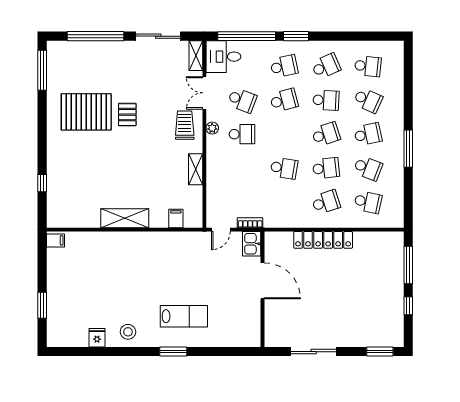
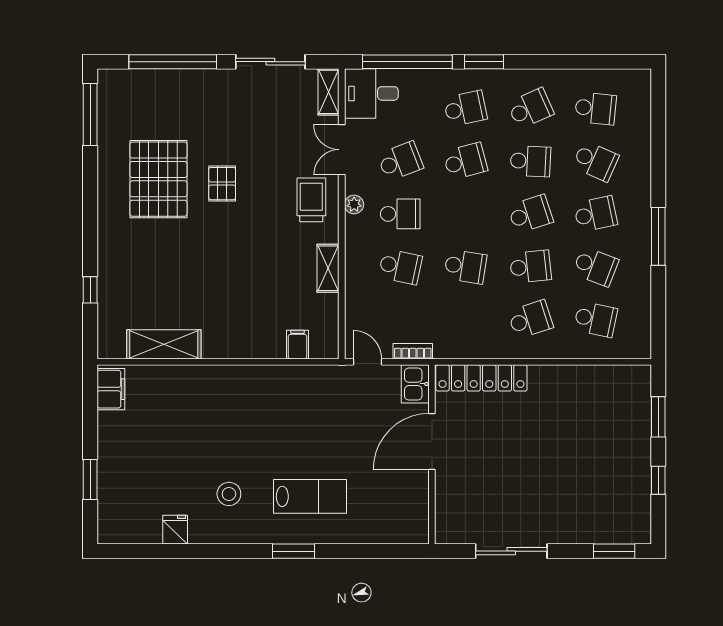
school desk: (242, 100) -> (400, 161), turned -42
pallet: (86, 112) -> (158, 179), turned 90
school desk: (242, 168) -> (400, 267), added
shelving: (125, 218) -> (164, 344), moved
door: (221, 230) -> (367, 362), swing flipped
filing cabinet: (56, 240) -> (111, 389), width x2.00
locker: (323, 240) -> (481, 378), moved
window: (408, 265) -> (658, 417), width x0.69
door: (262, 281) -> (432, 442), swing flipped
stool: (128, 332) -> (229, 494), moved

